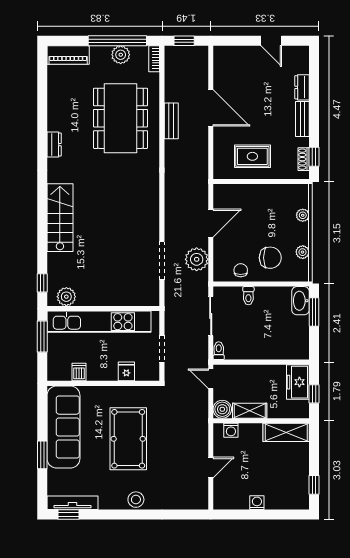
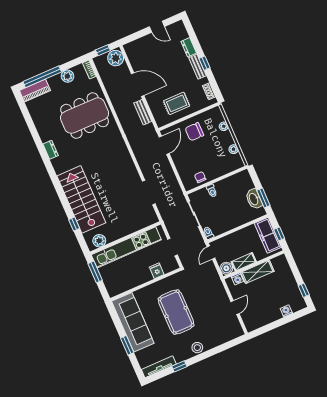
window: (117, 41) -> (42, 77), moved
dining table: (120, 118) -> (85, 116), turned 90
bench: (171, 121) -> (143, 112), moved
window: (314, 157) -> (204, 63), moved
stairs: (60, 218) -> (81, 199), width x1.36, depth x1.51
door: (211, 223) -> (164, 145), moved
chair: (270, 258) -> (194, 132), moved, turned 180
plant: (197, 259) -> (116, 58), moved
window: (42, 283) -> (74, 224), moved
washbasin: (301, 301) -> (254, 199), moved
window: (314, 312) -> (263, 198), moved
dishwasher: (79, 372) -> (128, 284), removed
door: (211, 379) -> (211, 253), hinge flipped
freezer: (298, 382) -> (268, 235), width x1.40
shelving: (286, 432) -> (257, 272), moved
washing machine: (257, 503) -> (286, 311), moved
window: (69, 514) -> (179, 366), moved

